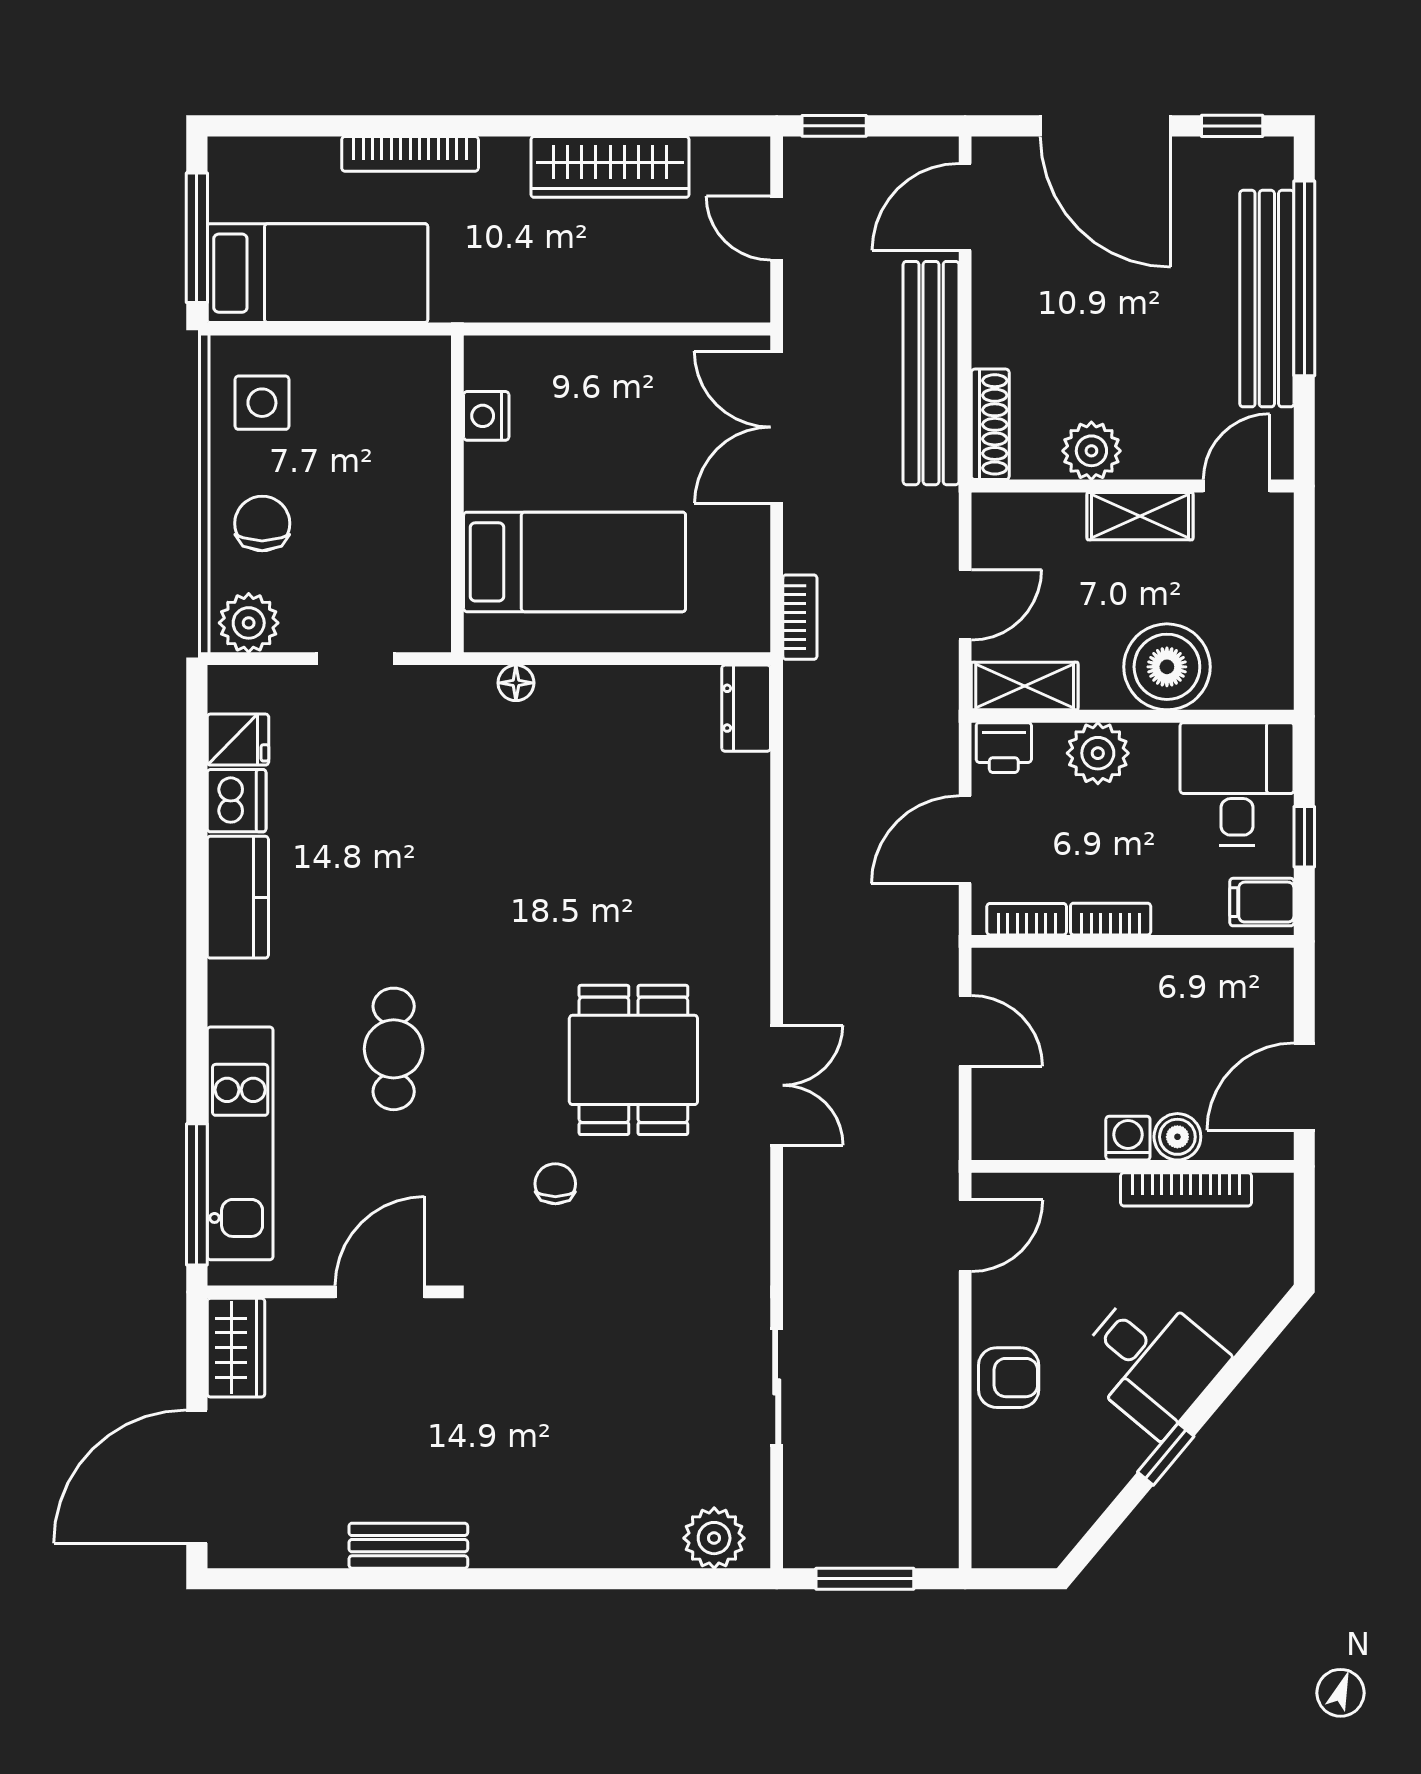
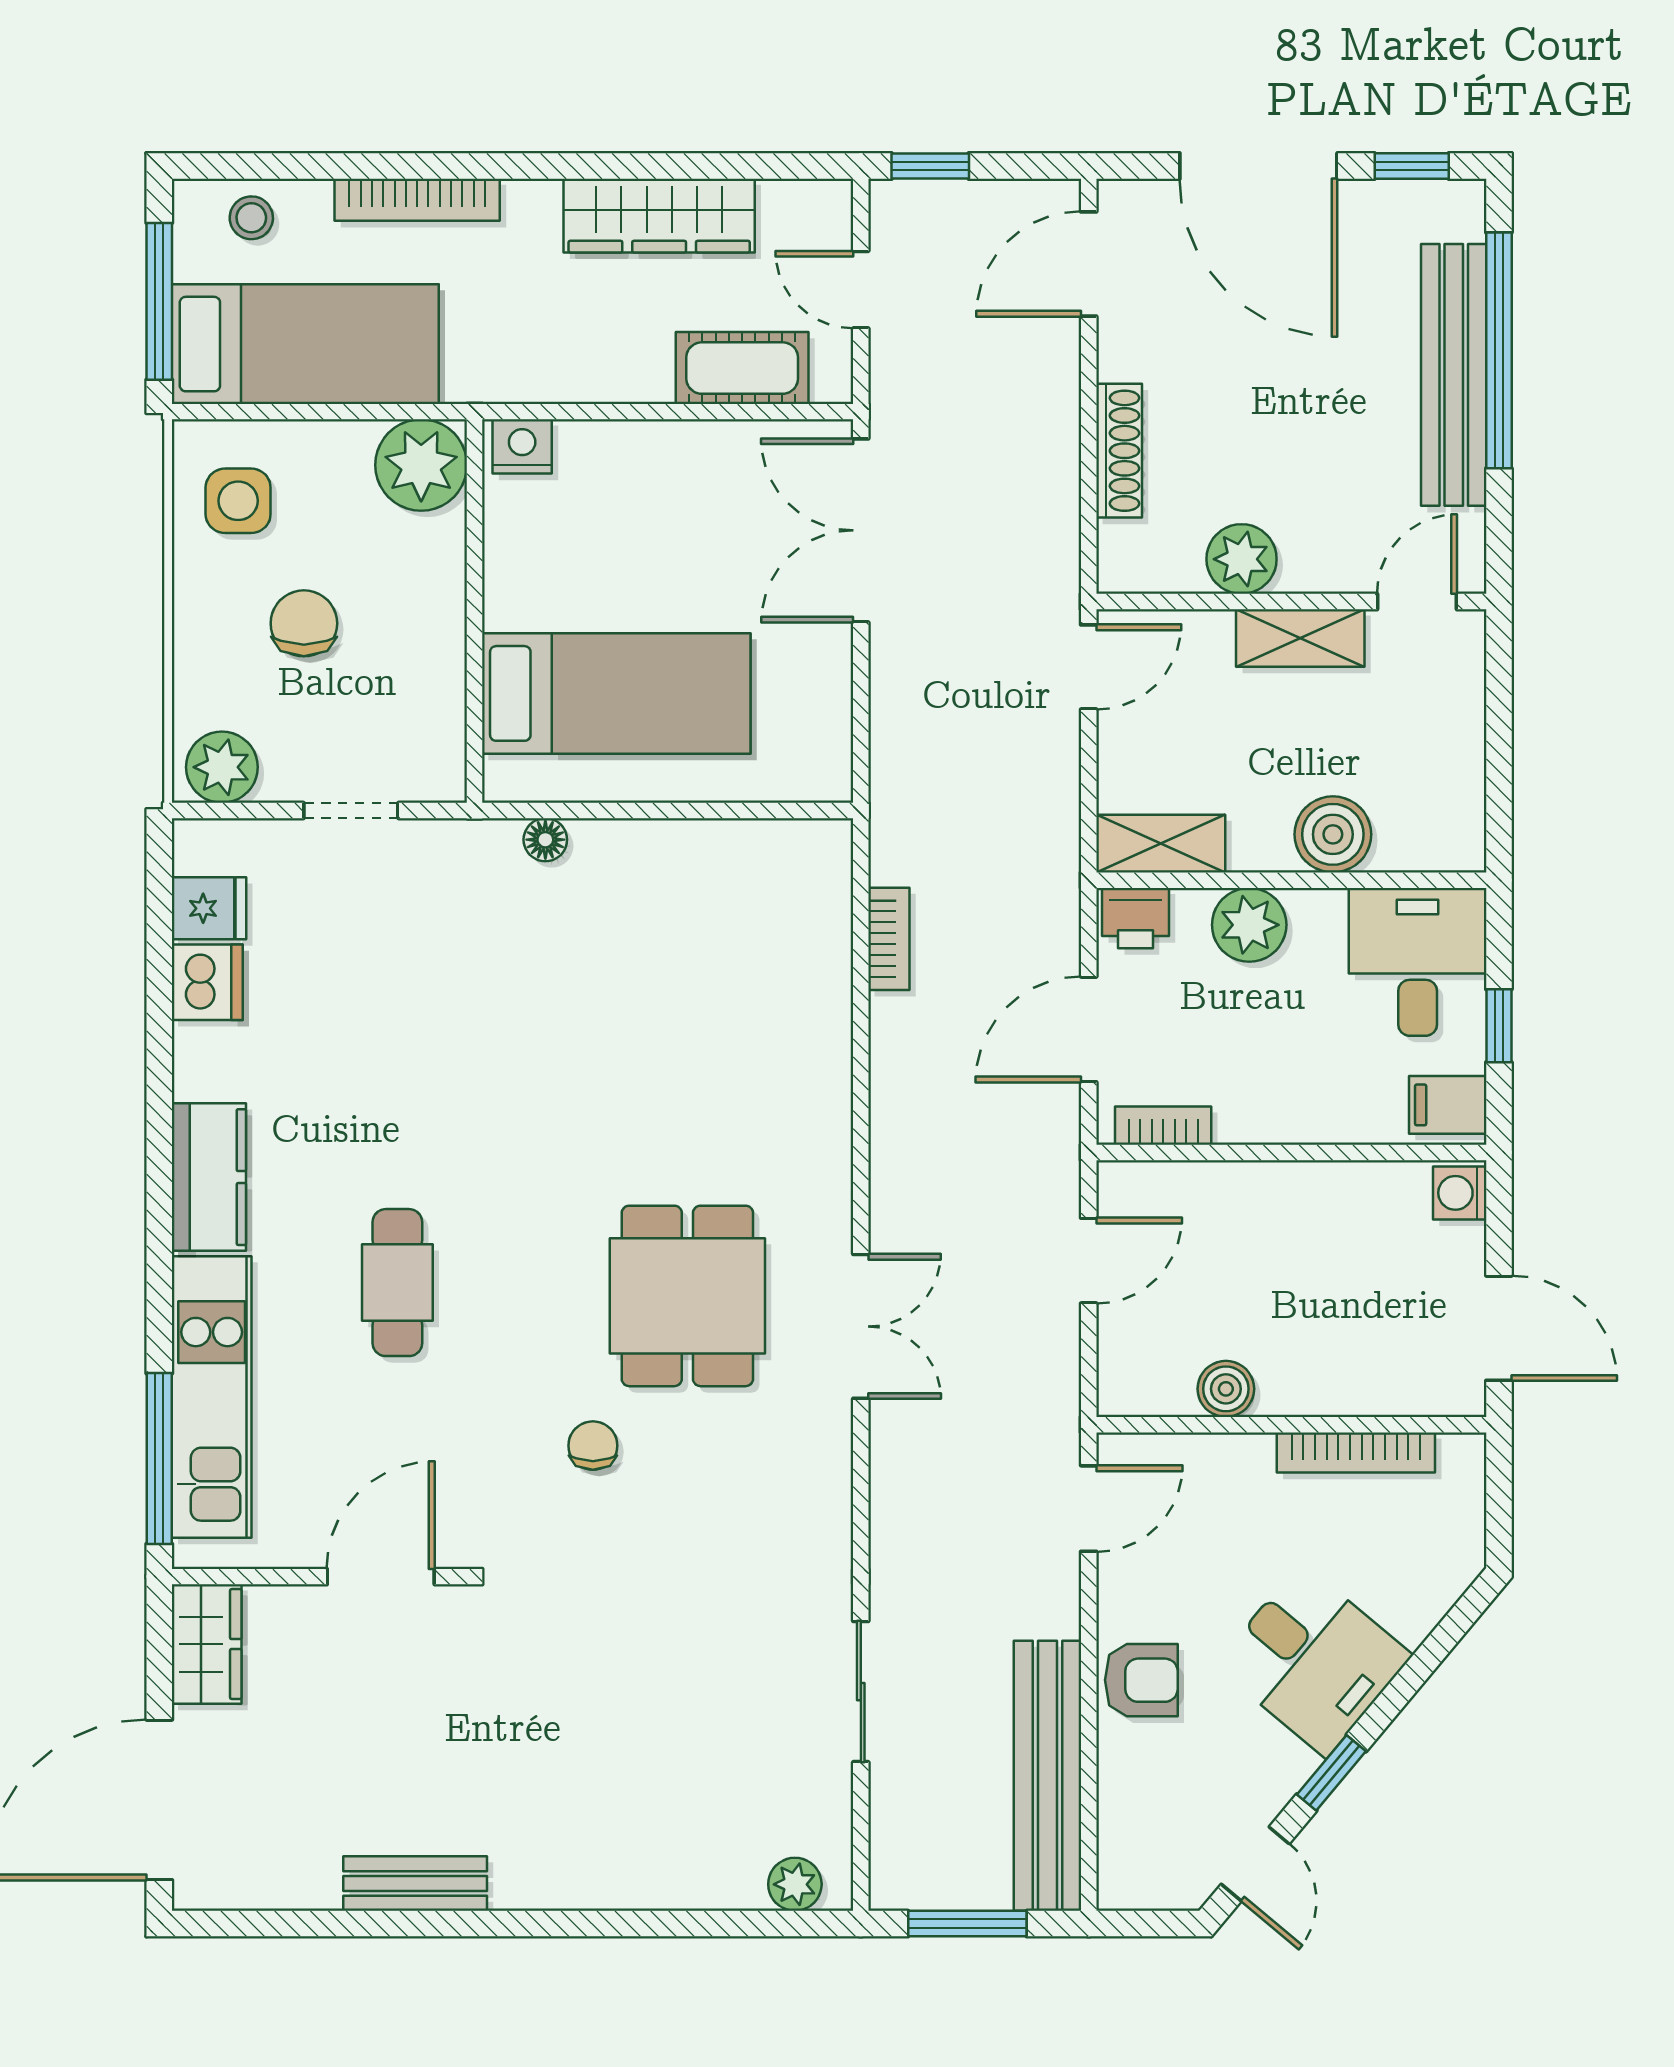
stool: (273, 169) -> (251, 218), added
cot: (679, 293) -> (742, 368), added
plant: (413, 373) -> (421, 465), added
bench: (931, 373) -> (1047, 1776), moved
nightstand: (486, 416) -> (522, 446), moved, turned 90
shoe rack: (990, 424) -> (1119, 451), moved
chair: (262, 523) -> (304, 623), moved
door: (965, 605) -> (1089, 667), moved
bookcase: (800, 617) -> (889, 939), moved
boiler: (1167, 667) -> (1333, 834), width x0.73, depth x0.73
dresser: (746, 708) -> (824, 870), removed
kitchen counter: (238, 897) -> (209, 1177), moved
bookcase: (1111, 919) -> (1265, 1125), removed
door: (965, 1031) -> (1089, 1261), hinge flipped
door: (1304, 1087) -> (1499, 1328), swing flipped
boiler: (1177, 1137) -> (1226, 1389), moved
washing machine: (1128, 1138) -> (1460, 1193), moved, turned -90
door: (1103, 1529) -> (1255, 1864), added
plant: (714, 1538) -> (795, 1884), width x0.73, depth x0.73

